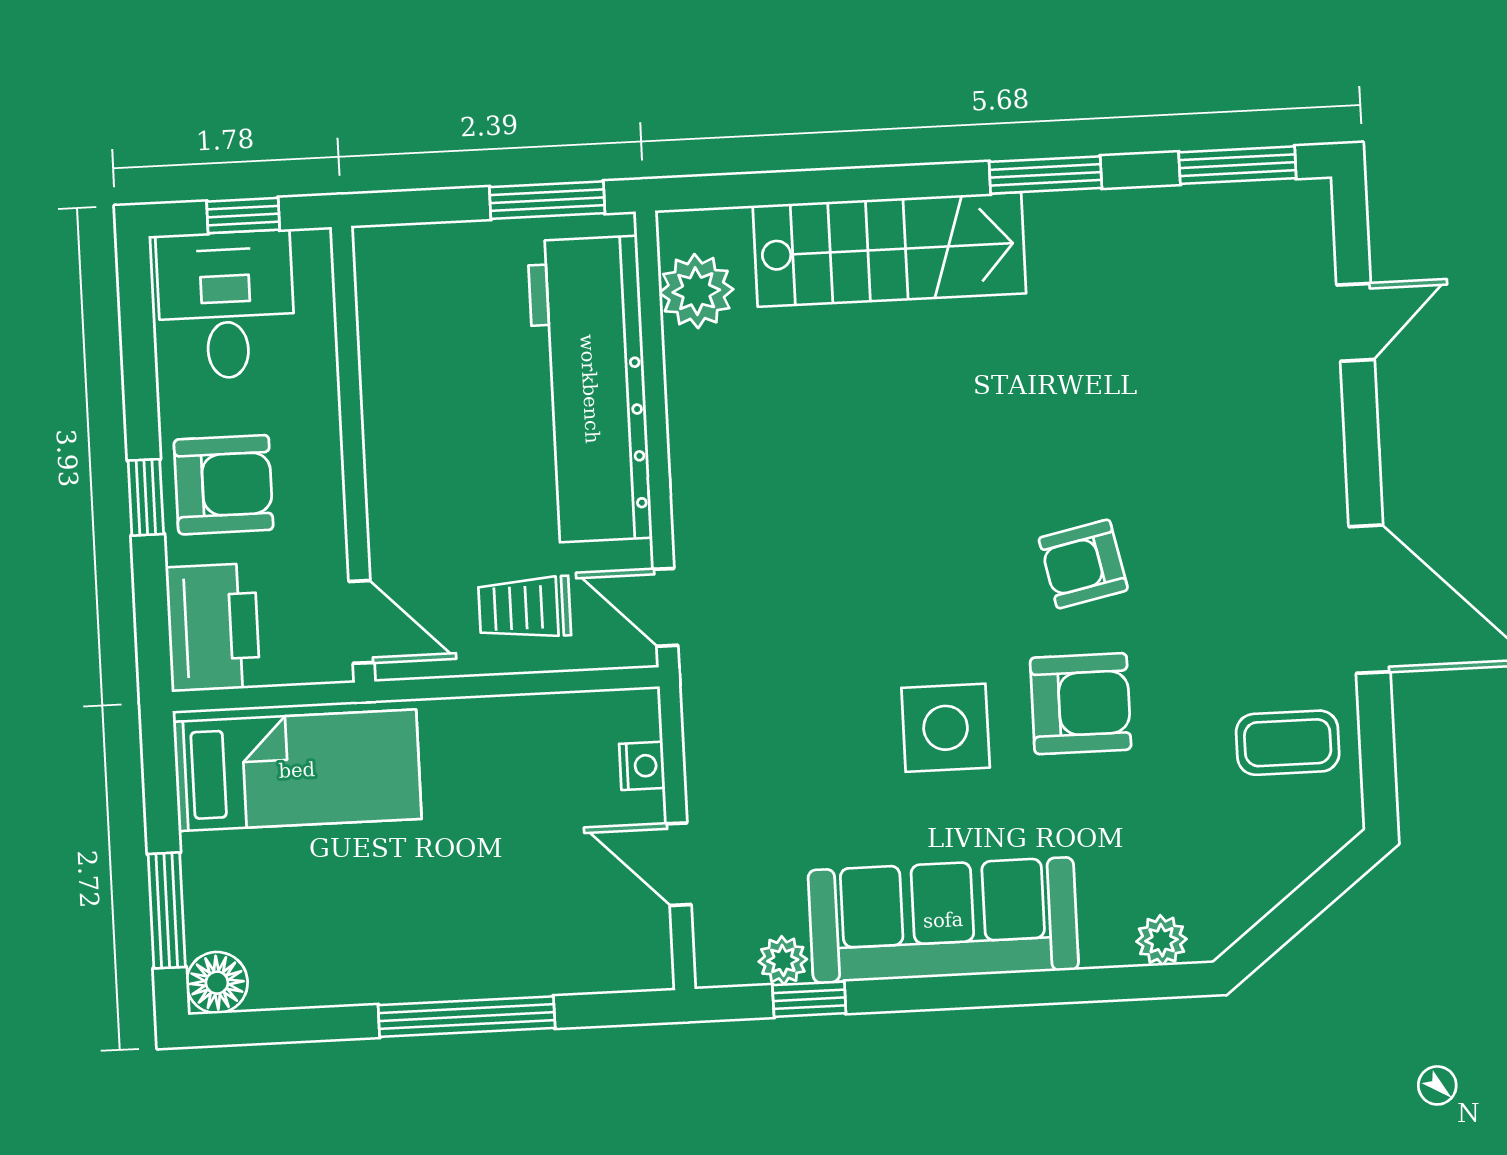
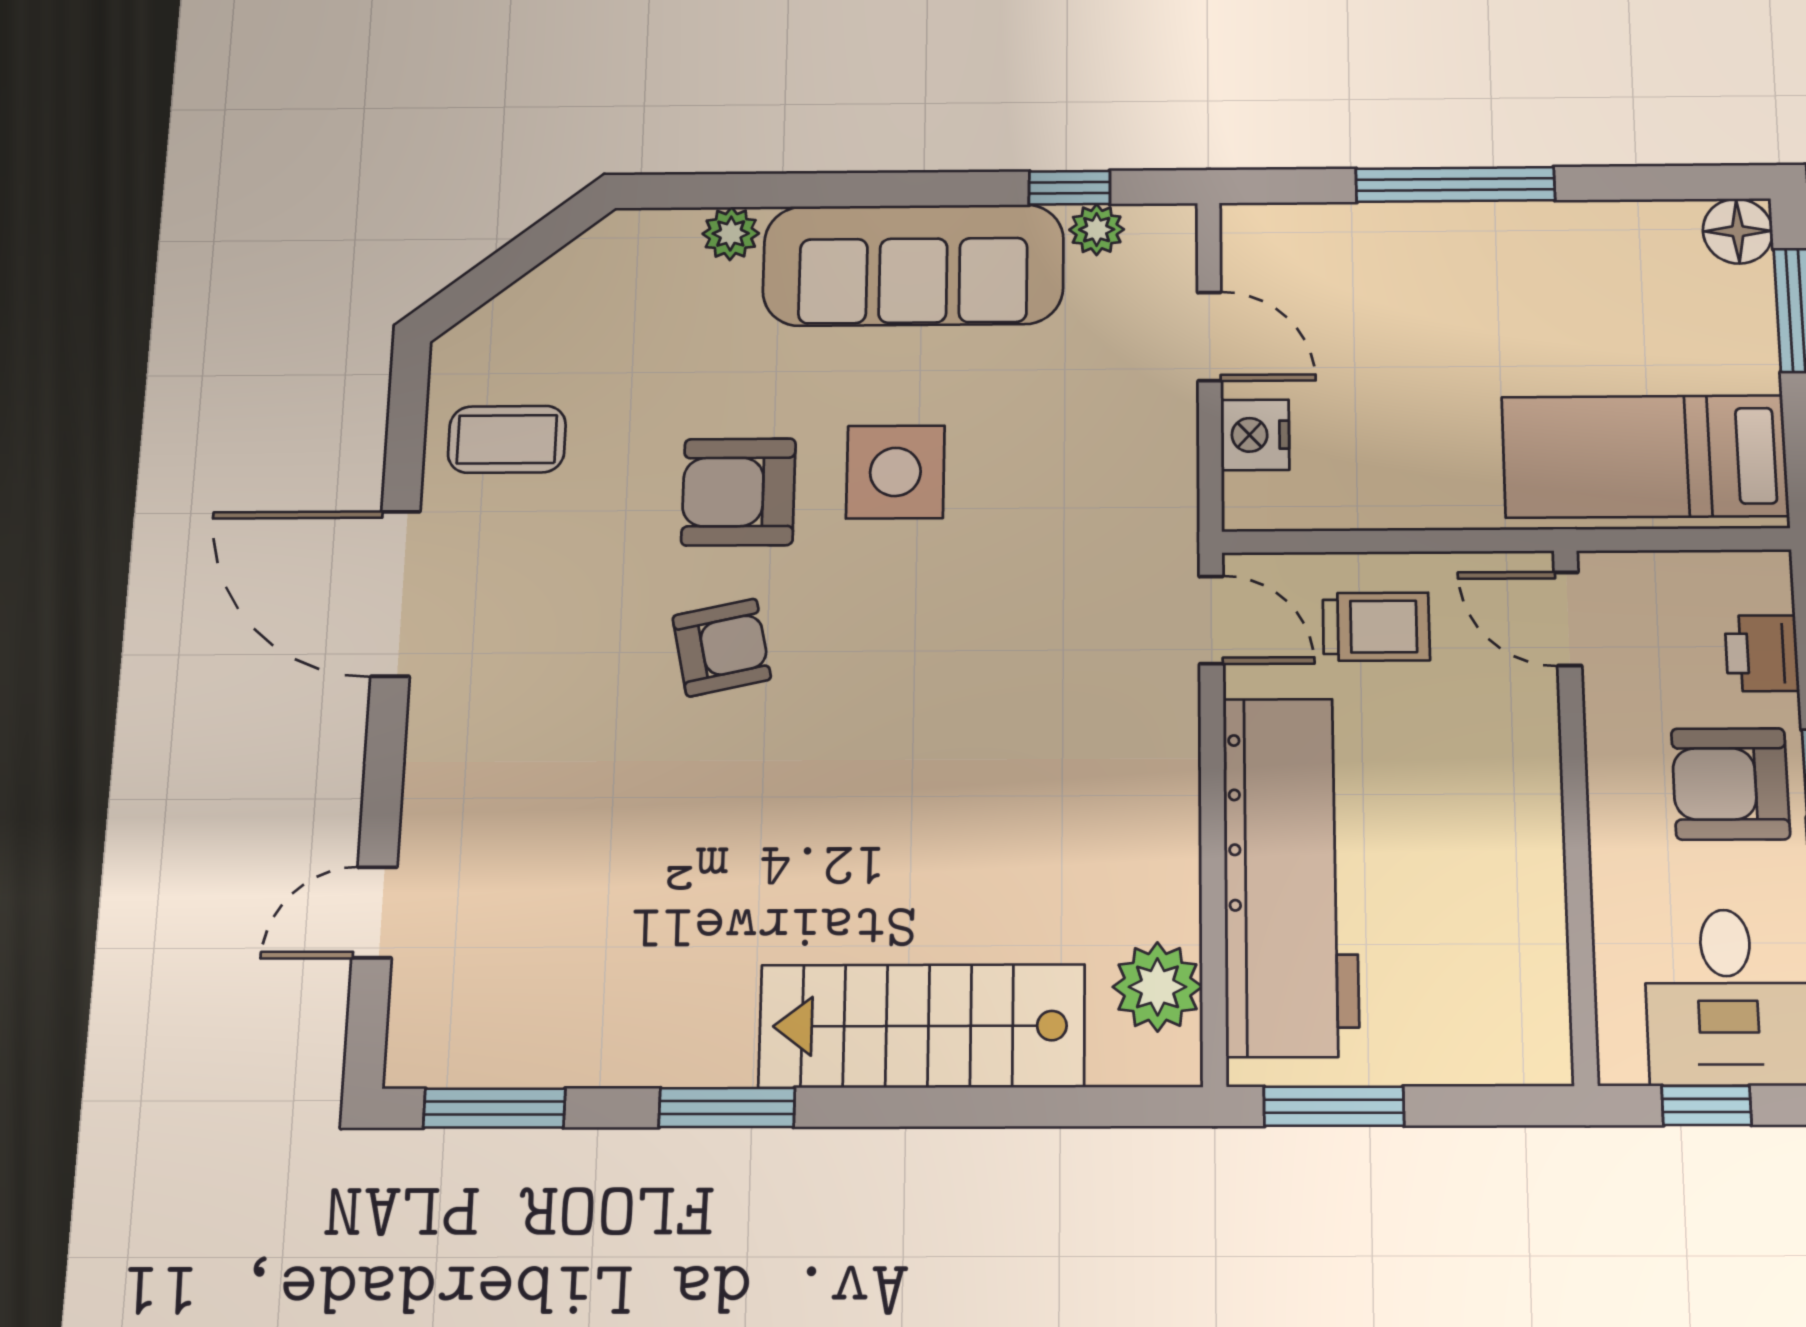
printer: (213, 627) -> (1762, 653), width x0.53, depth x0.68
nightstand: (642, 766) -> (1255, 435), width x1.39, depth x1.35
plant: (1162, 940) -> (731, 234), moved

